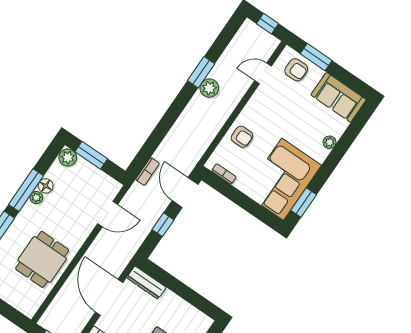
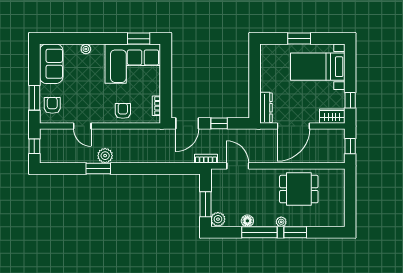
door: (263, 73) -> (82, 126), moved
bookcase: (147, 171) -> (206, 159), moved
plant: (36, 198) -> (281, 222), moved

